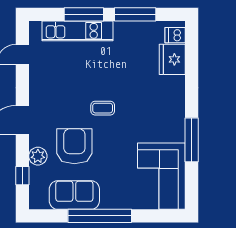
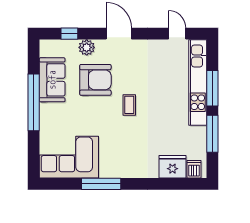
kitchen unit: (77, 31) -> (198, 83), width x1.36

